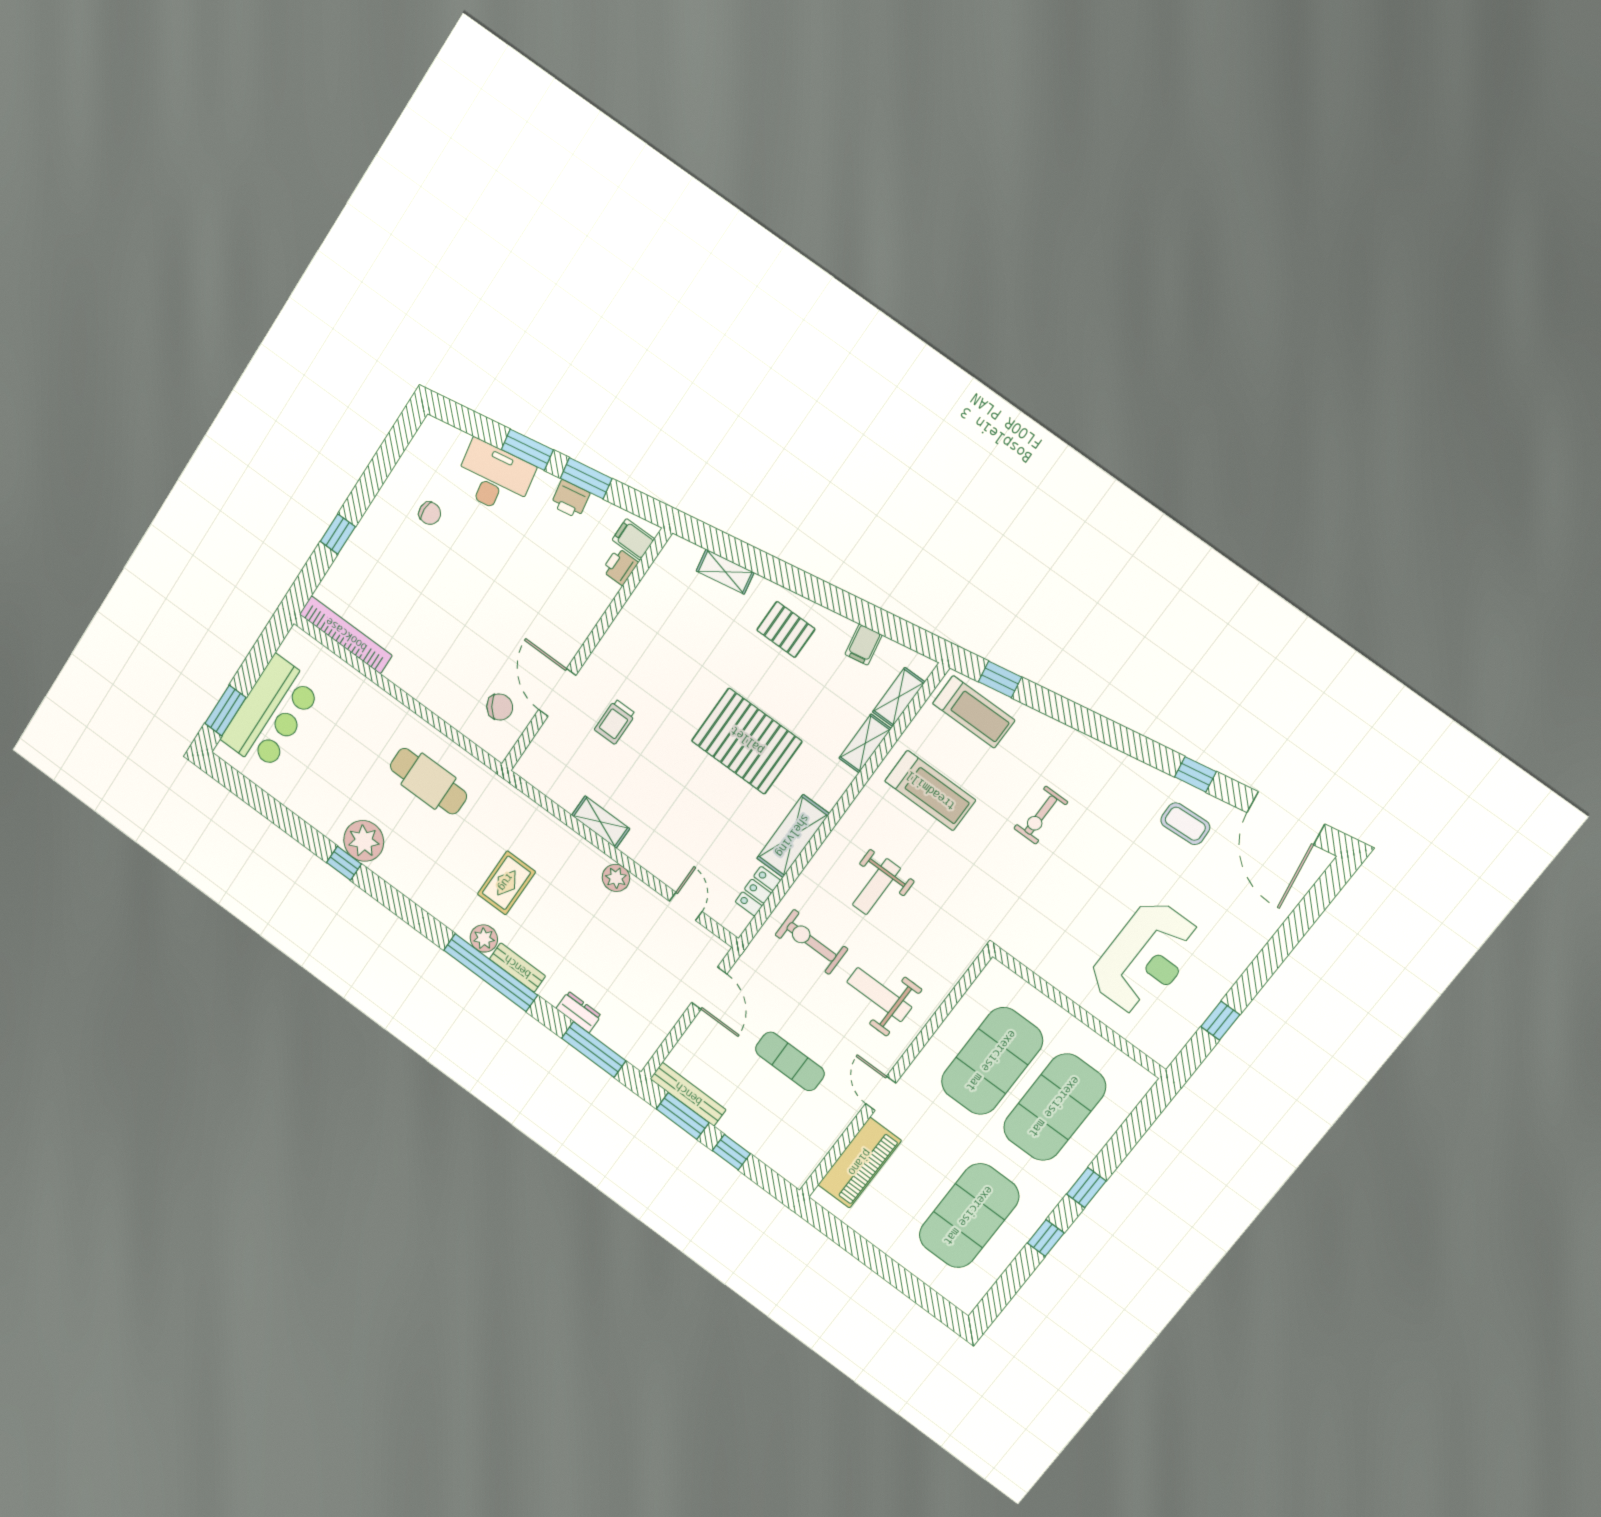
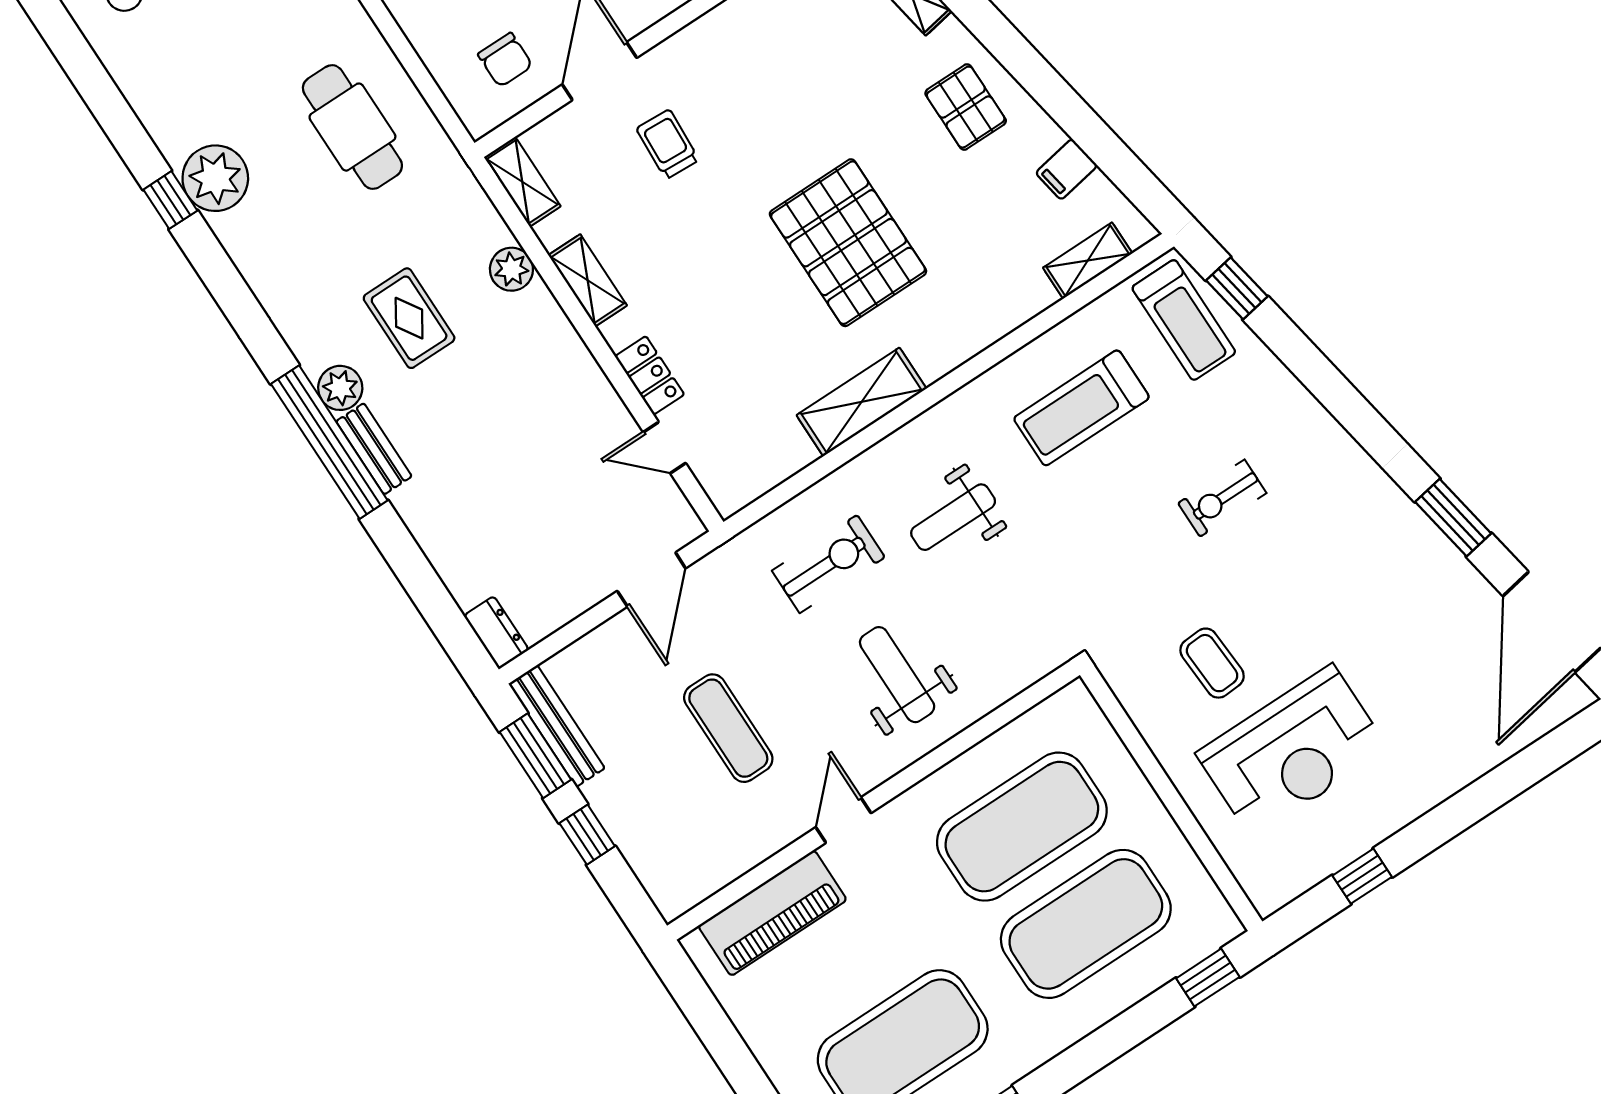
chair: (500, 707) -> (505, 60), turned 34
trolley: (615, 722) -> (668, 144), turned 93
shelving: (865, 743) -> (522, 182), moved, turned 90
window: (1195, 774) -> (1453, 518), width x1.50
treadmill: (930, 791) -> (1081, 408), turned 90
coffee table: (1185, 824) -> (1212, 663), moved
plant: (616, 878) -> (511, 269), moved
rug: (506, 883) -> (409, 318), turned 90
locker: (758, 891) -> (650, 375), moved, turned 90
door: (686, 906) -> (664, 448), swing flipped
exercise bike: (811, 942) -> (828, 564), turned 90
dresser: (579, 1012) -> (496, 633), moved
window: (594, 1050) -> (440, 611), removed
window: (1086, 1188) -> (1208, 978), moved

